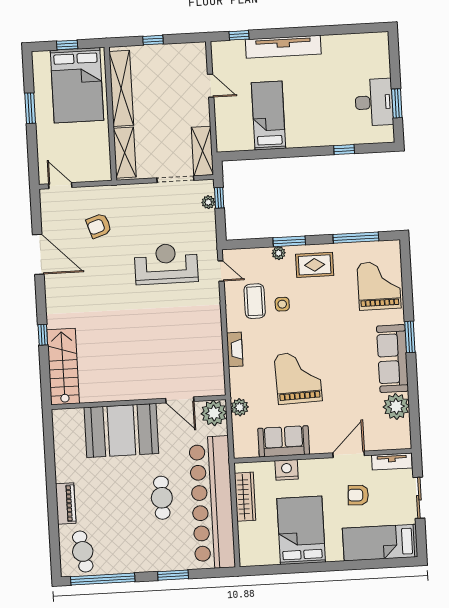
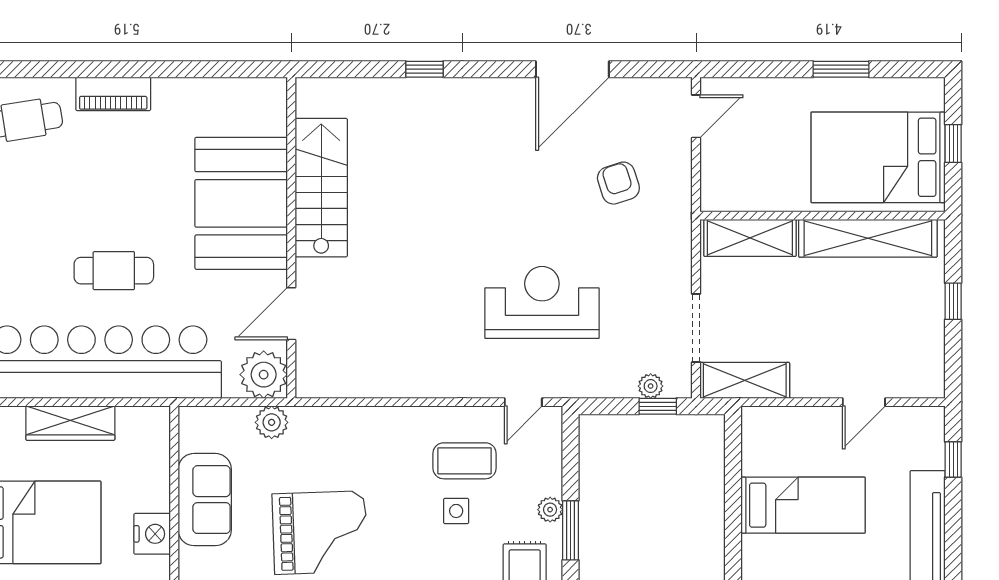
reception desk: (166, 264) -> (542, 302), turned -90
fireplace: (235, 349) -> (378, 419), removed
stairs: (63, 367) -> (321, 188), moved, turned -90
nightstand: (287, 470) -> (152, 534), moved
wardrobe: (245, 497) -> (70, 423), moved

